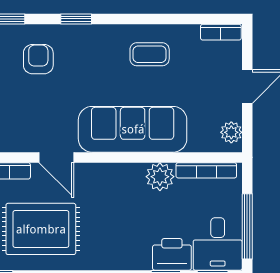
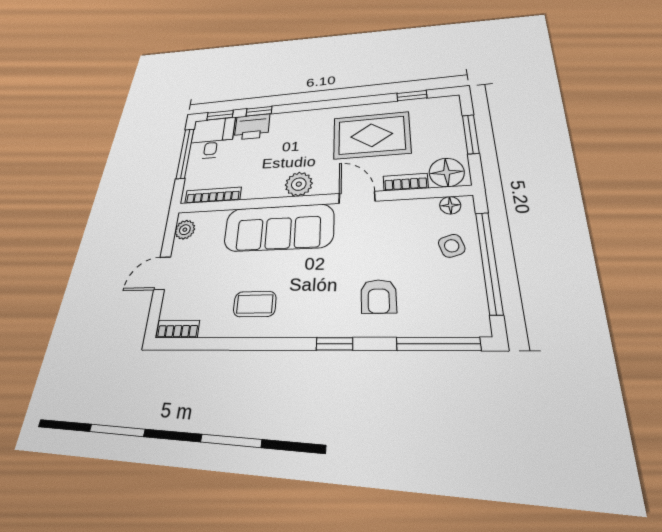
plant: (160, 177) -> (299, 184), moved

